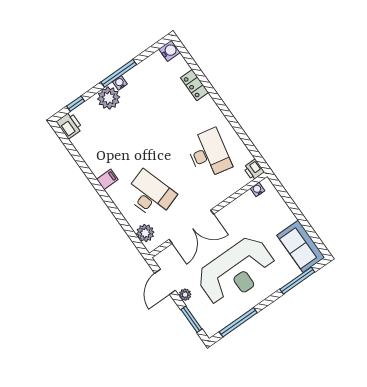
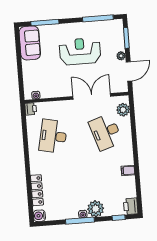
locker: (195, 85) -> (37, 190), width x1.53
filing cabinet: (107, 179) -> (128, 170), moved
reception desk: (236, 271) -> (80, 51), width x0.74, depth x0.77

